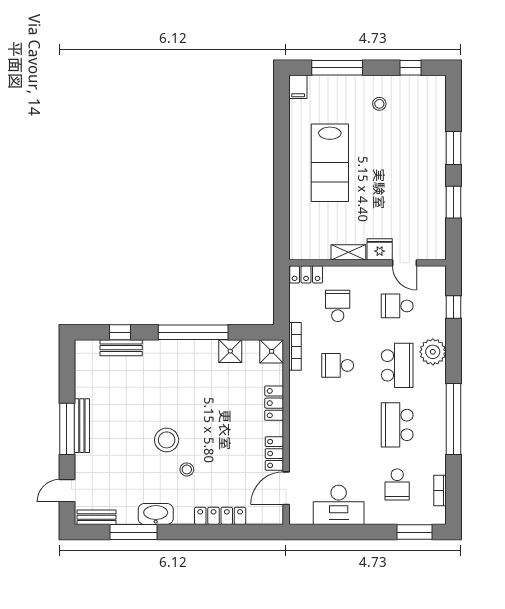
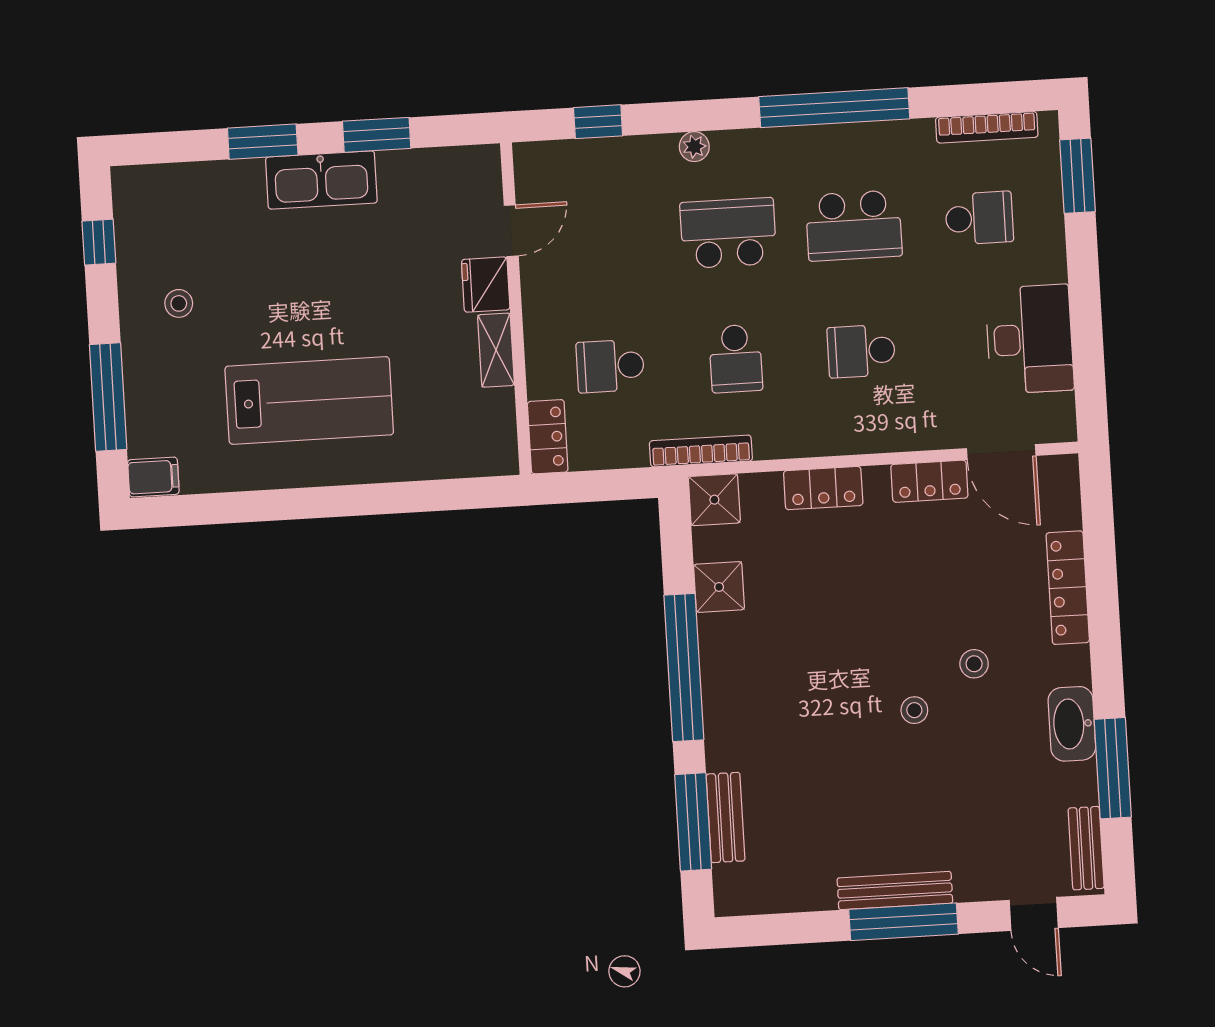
kitchen sink: (434, 175) -> (321, 180), added
school desk: (397, 306) -> (861, 351), moved, turned 90
window: (120, 332) -> (693, 822), width x2.17
plant: (433, 352) -> (694, 147), width x0.53, depth x0.53
stool: (167, 440) -> (914, 710), width x0.53, depth x0.53
bookcase: (440, 491) -> (987, 127), width x1.56

